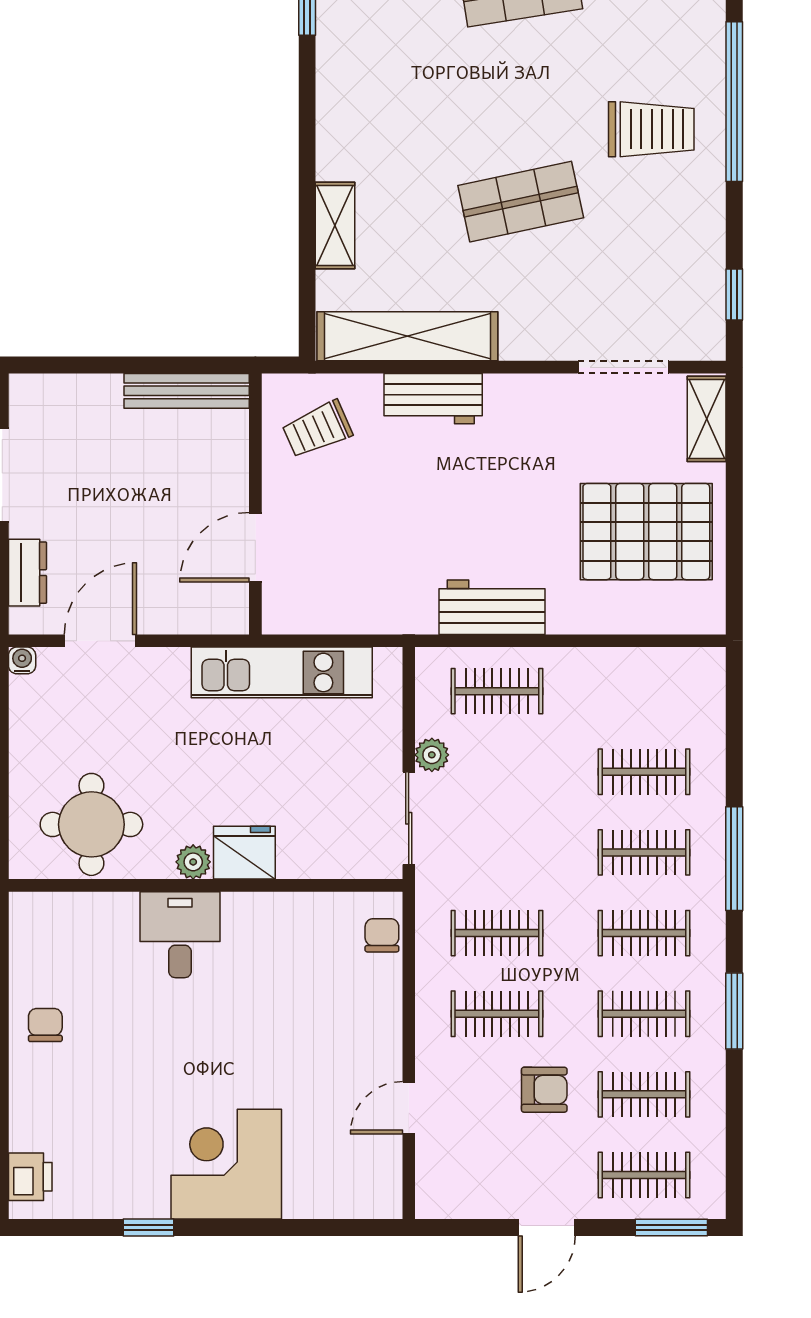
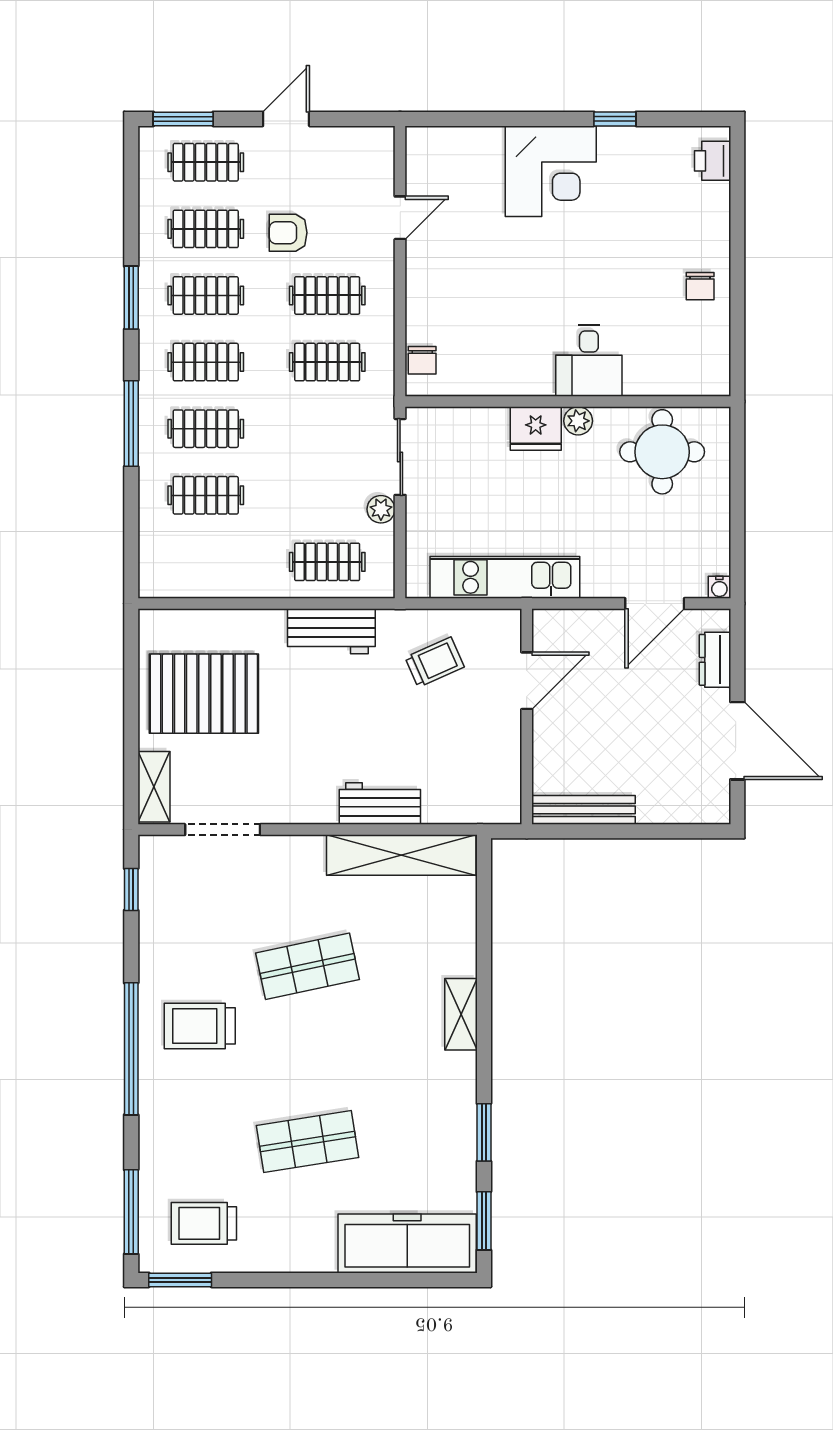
shelving: (335, 226) -> (461, 1014), moved
trolley: (317, 429) -> (435, 662), moved

